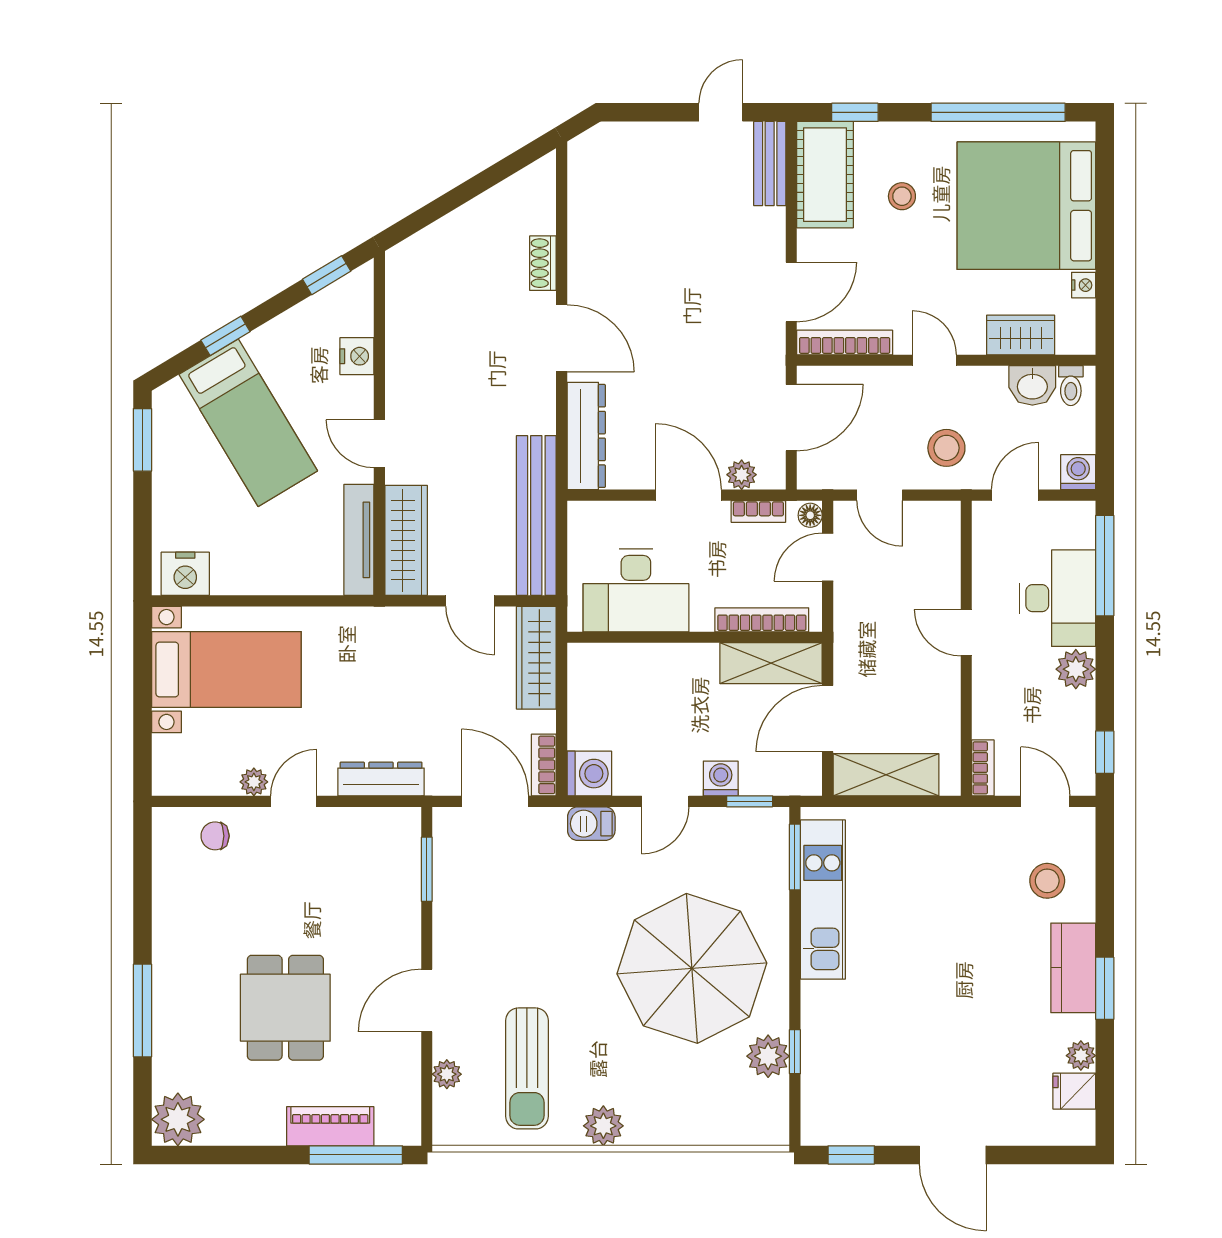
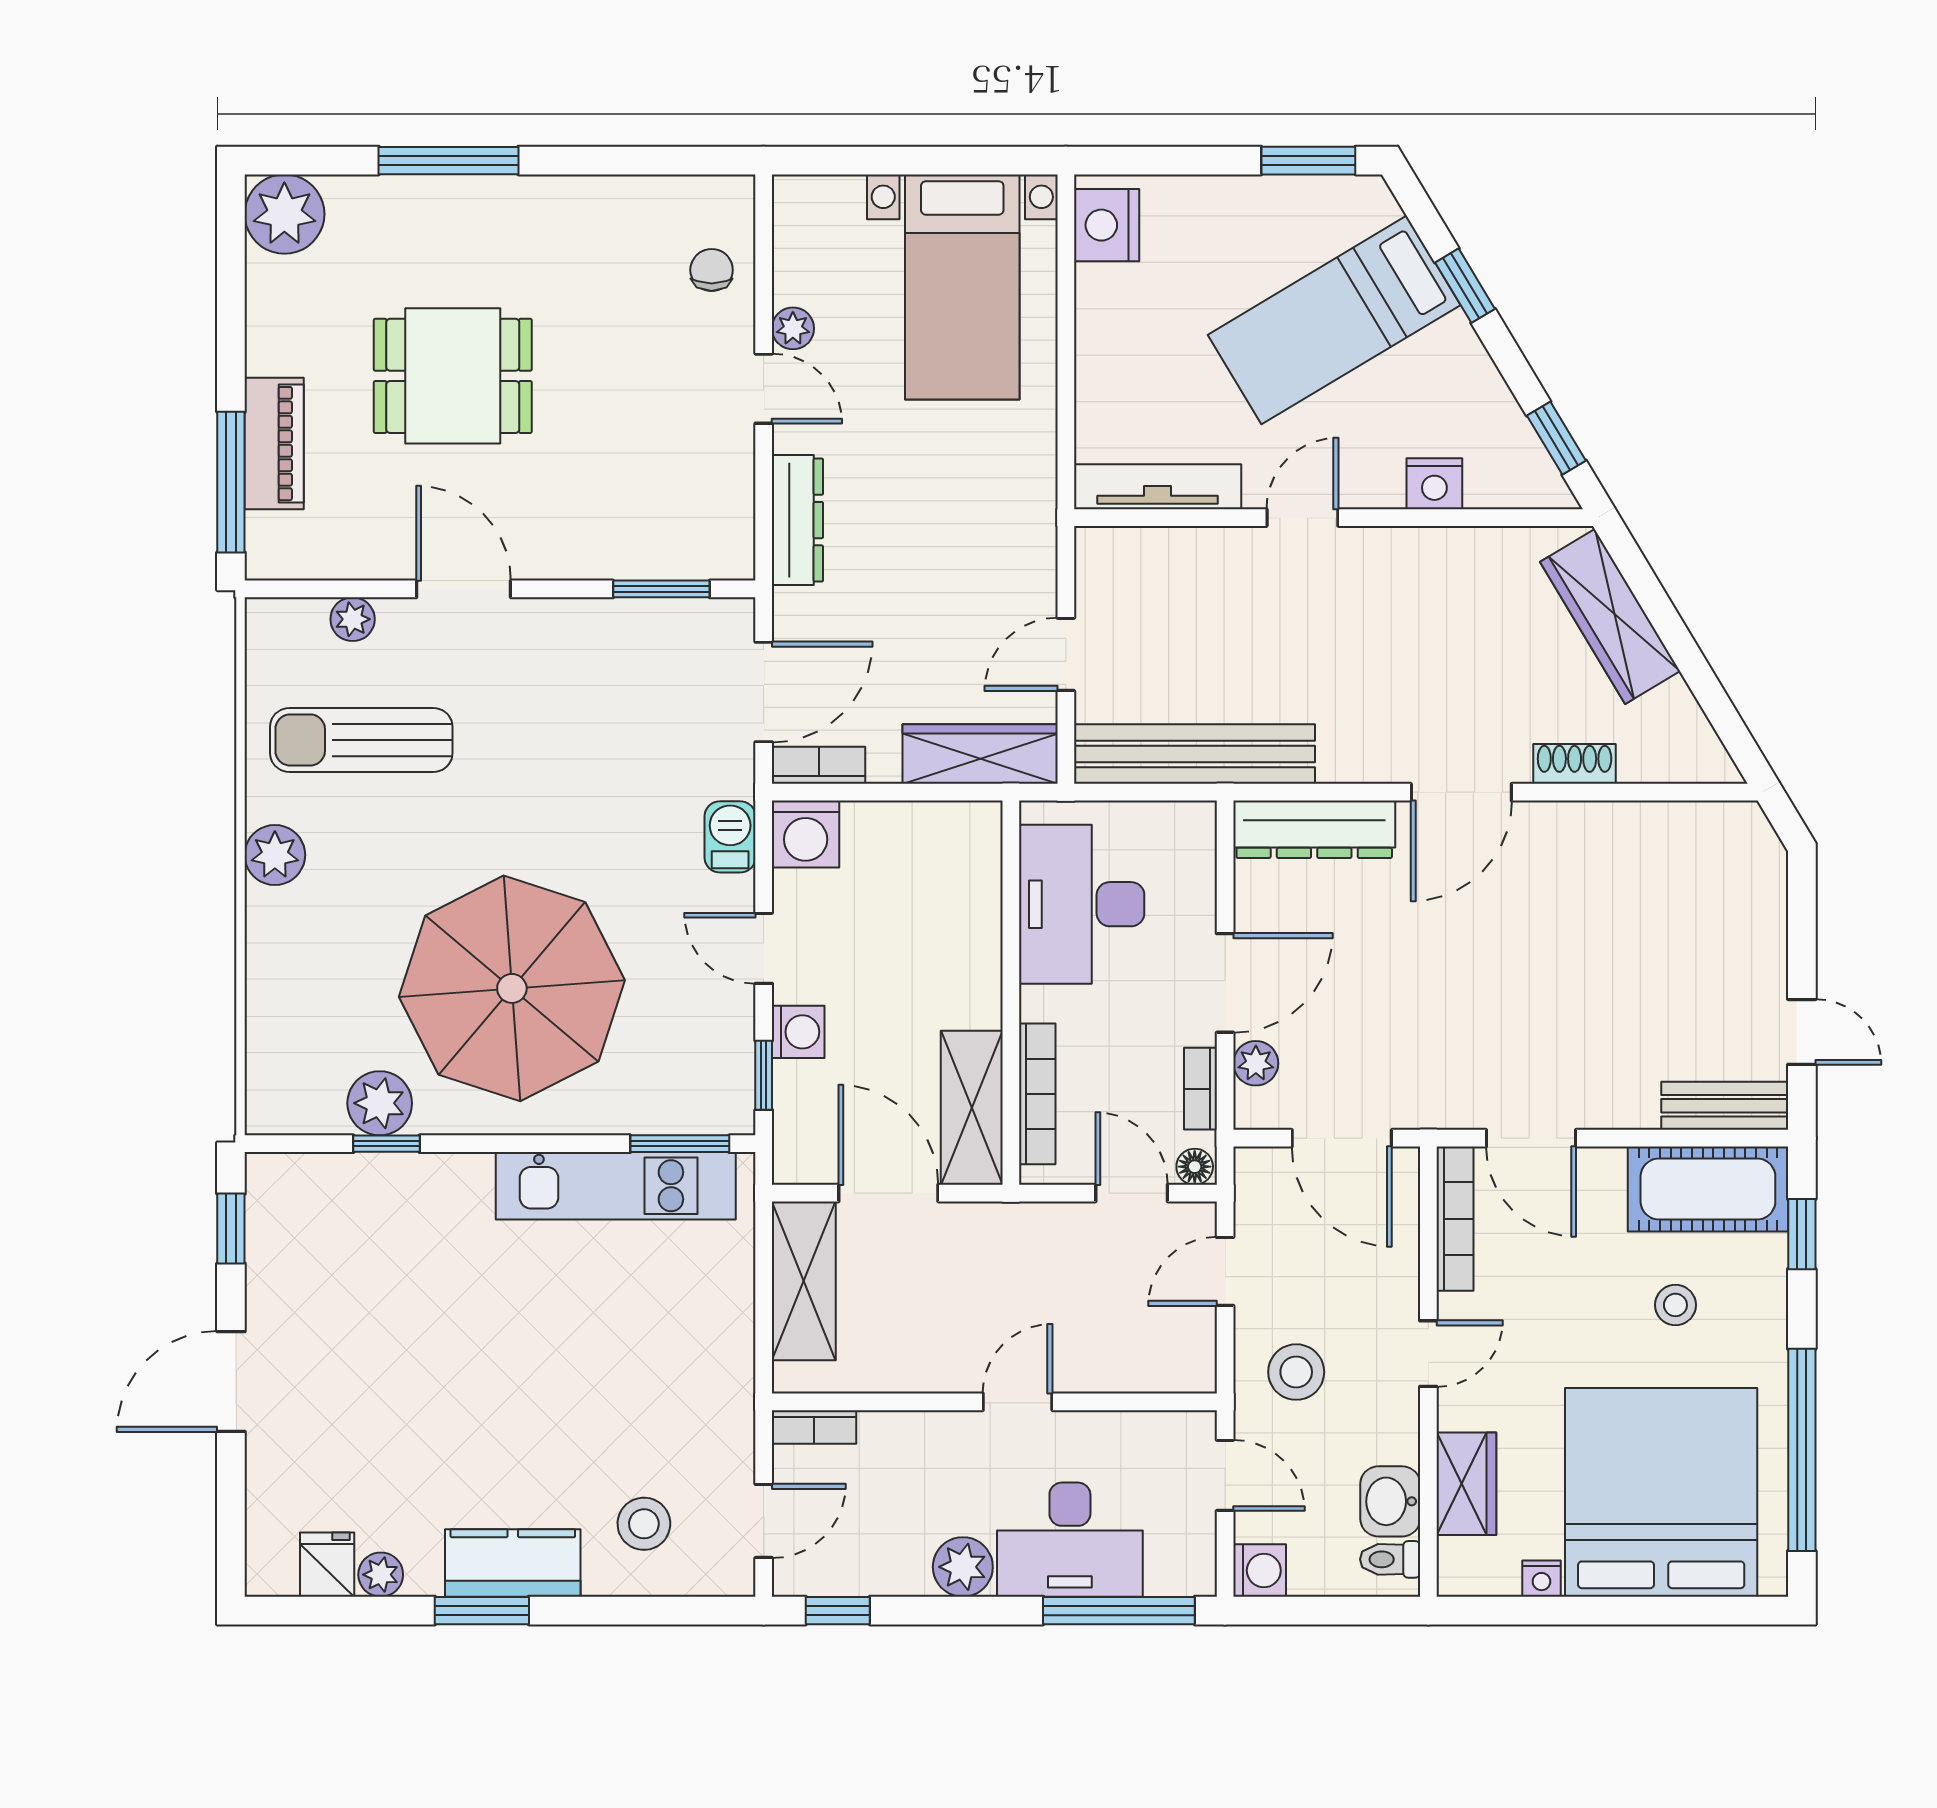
wardrobe: (406, 540) -> (1610, 616), moved, turned 59

